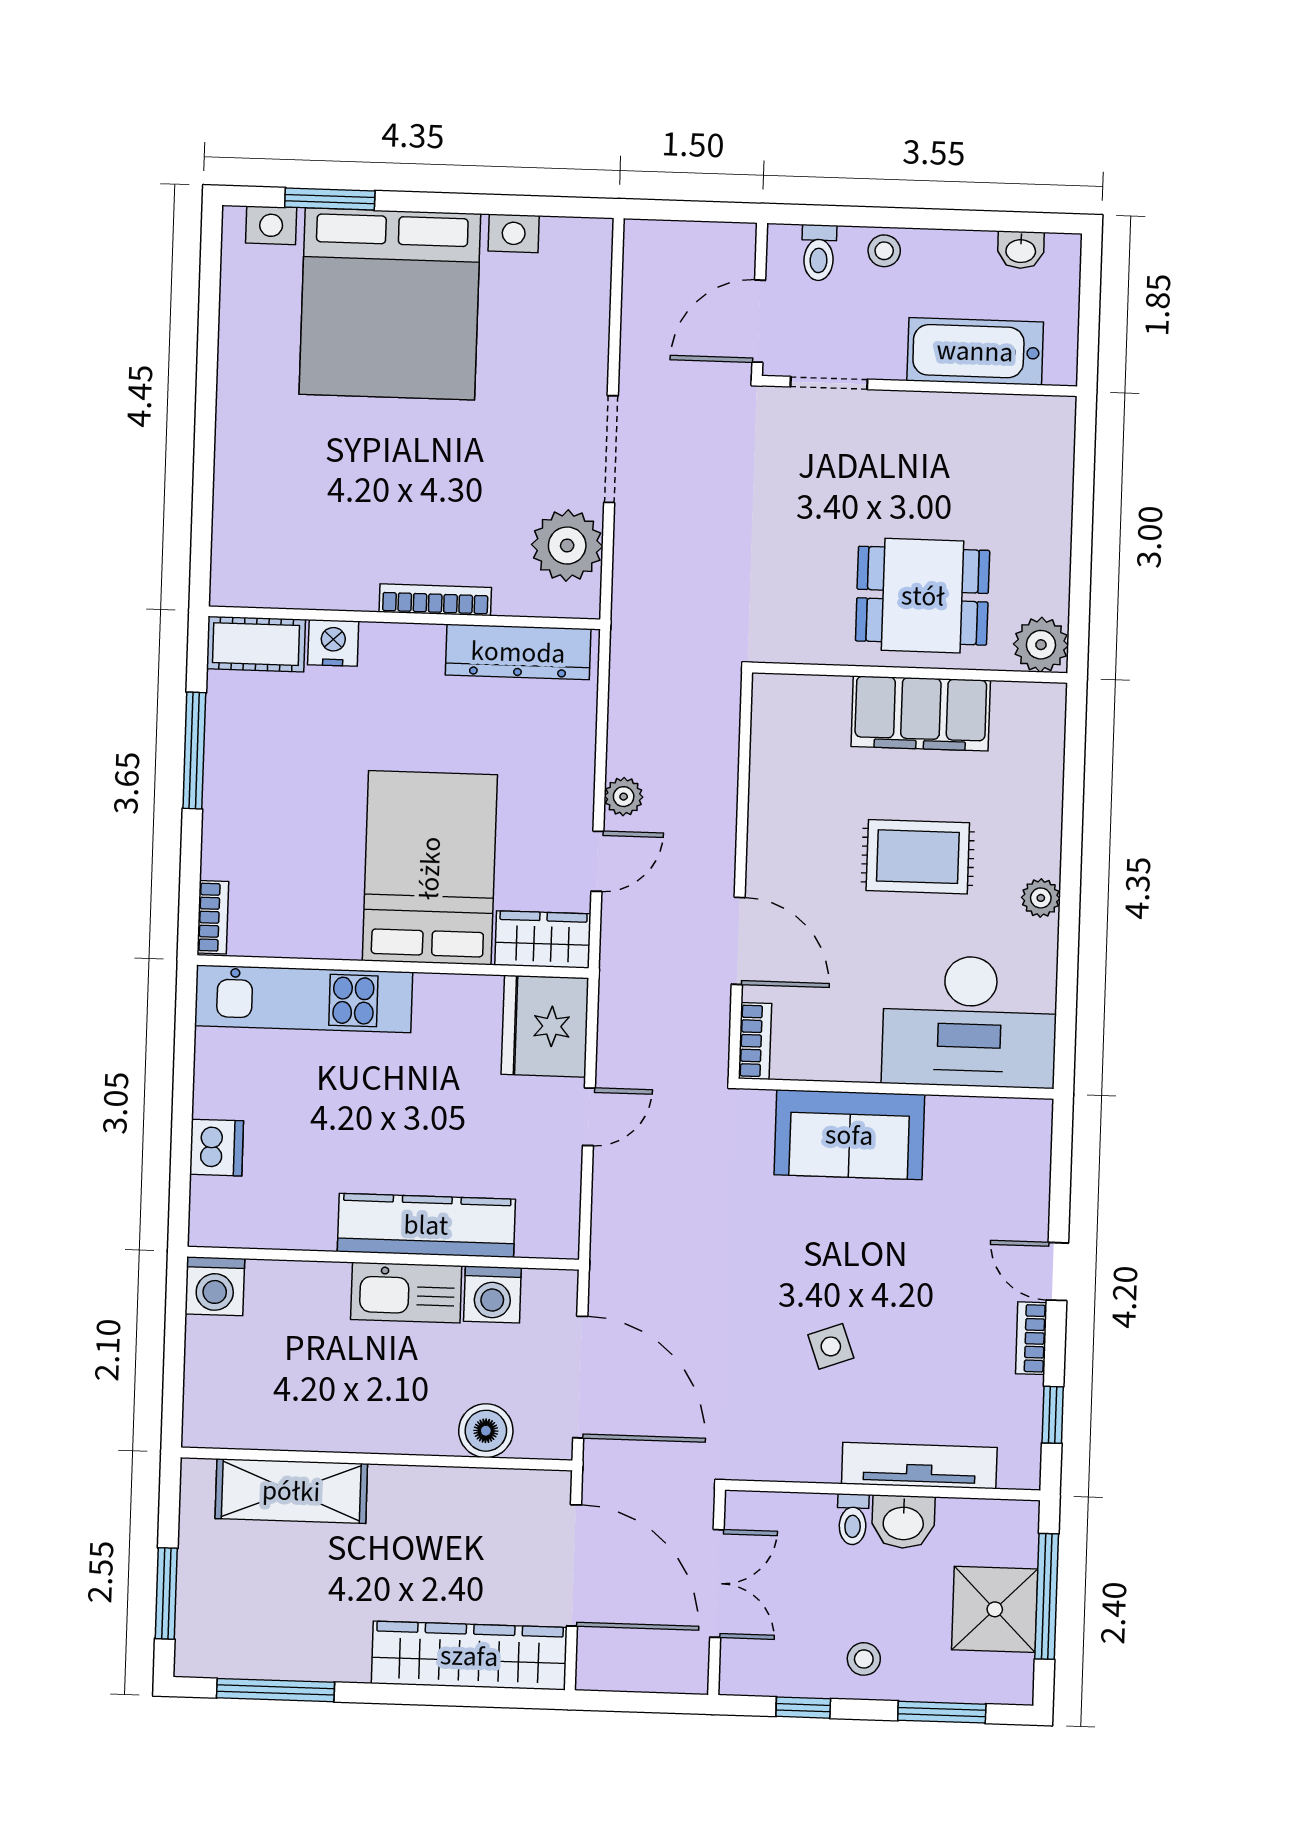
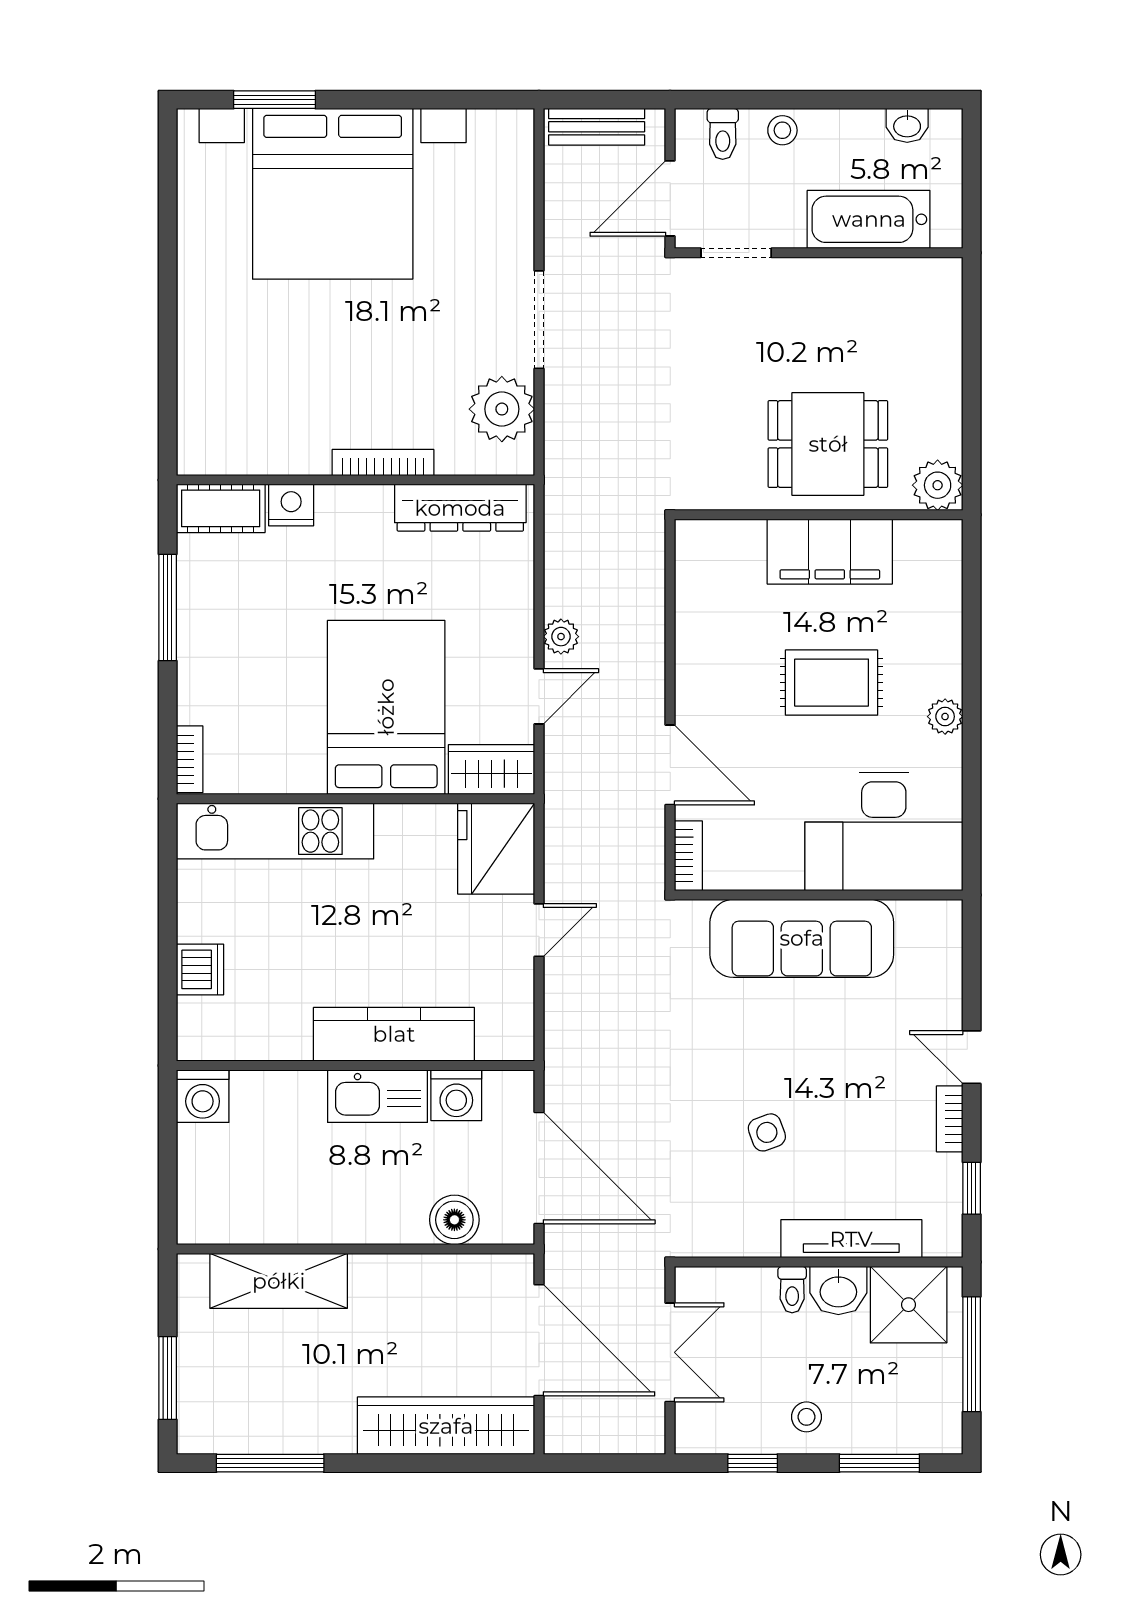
bench: (681, 240) -> (597, 127), added
sofa: (849, 1135) -> (802, 938), width x1.36
shower: (995, 1609) -> (909, 1305), moved

